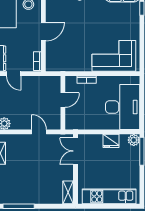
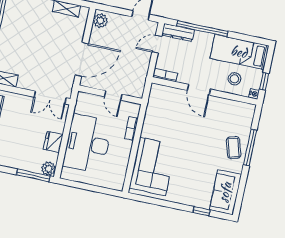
desk: (123, 107) -> (88, 144), moved, turned 90
door: (39, 132) -> (82, 59), width x1.87
double door: (75, 151) -> (50, 98), swing flipped

